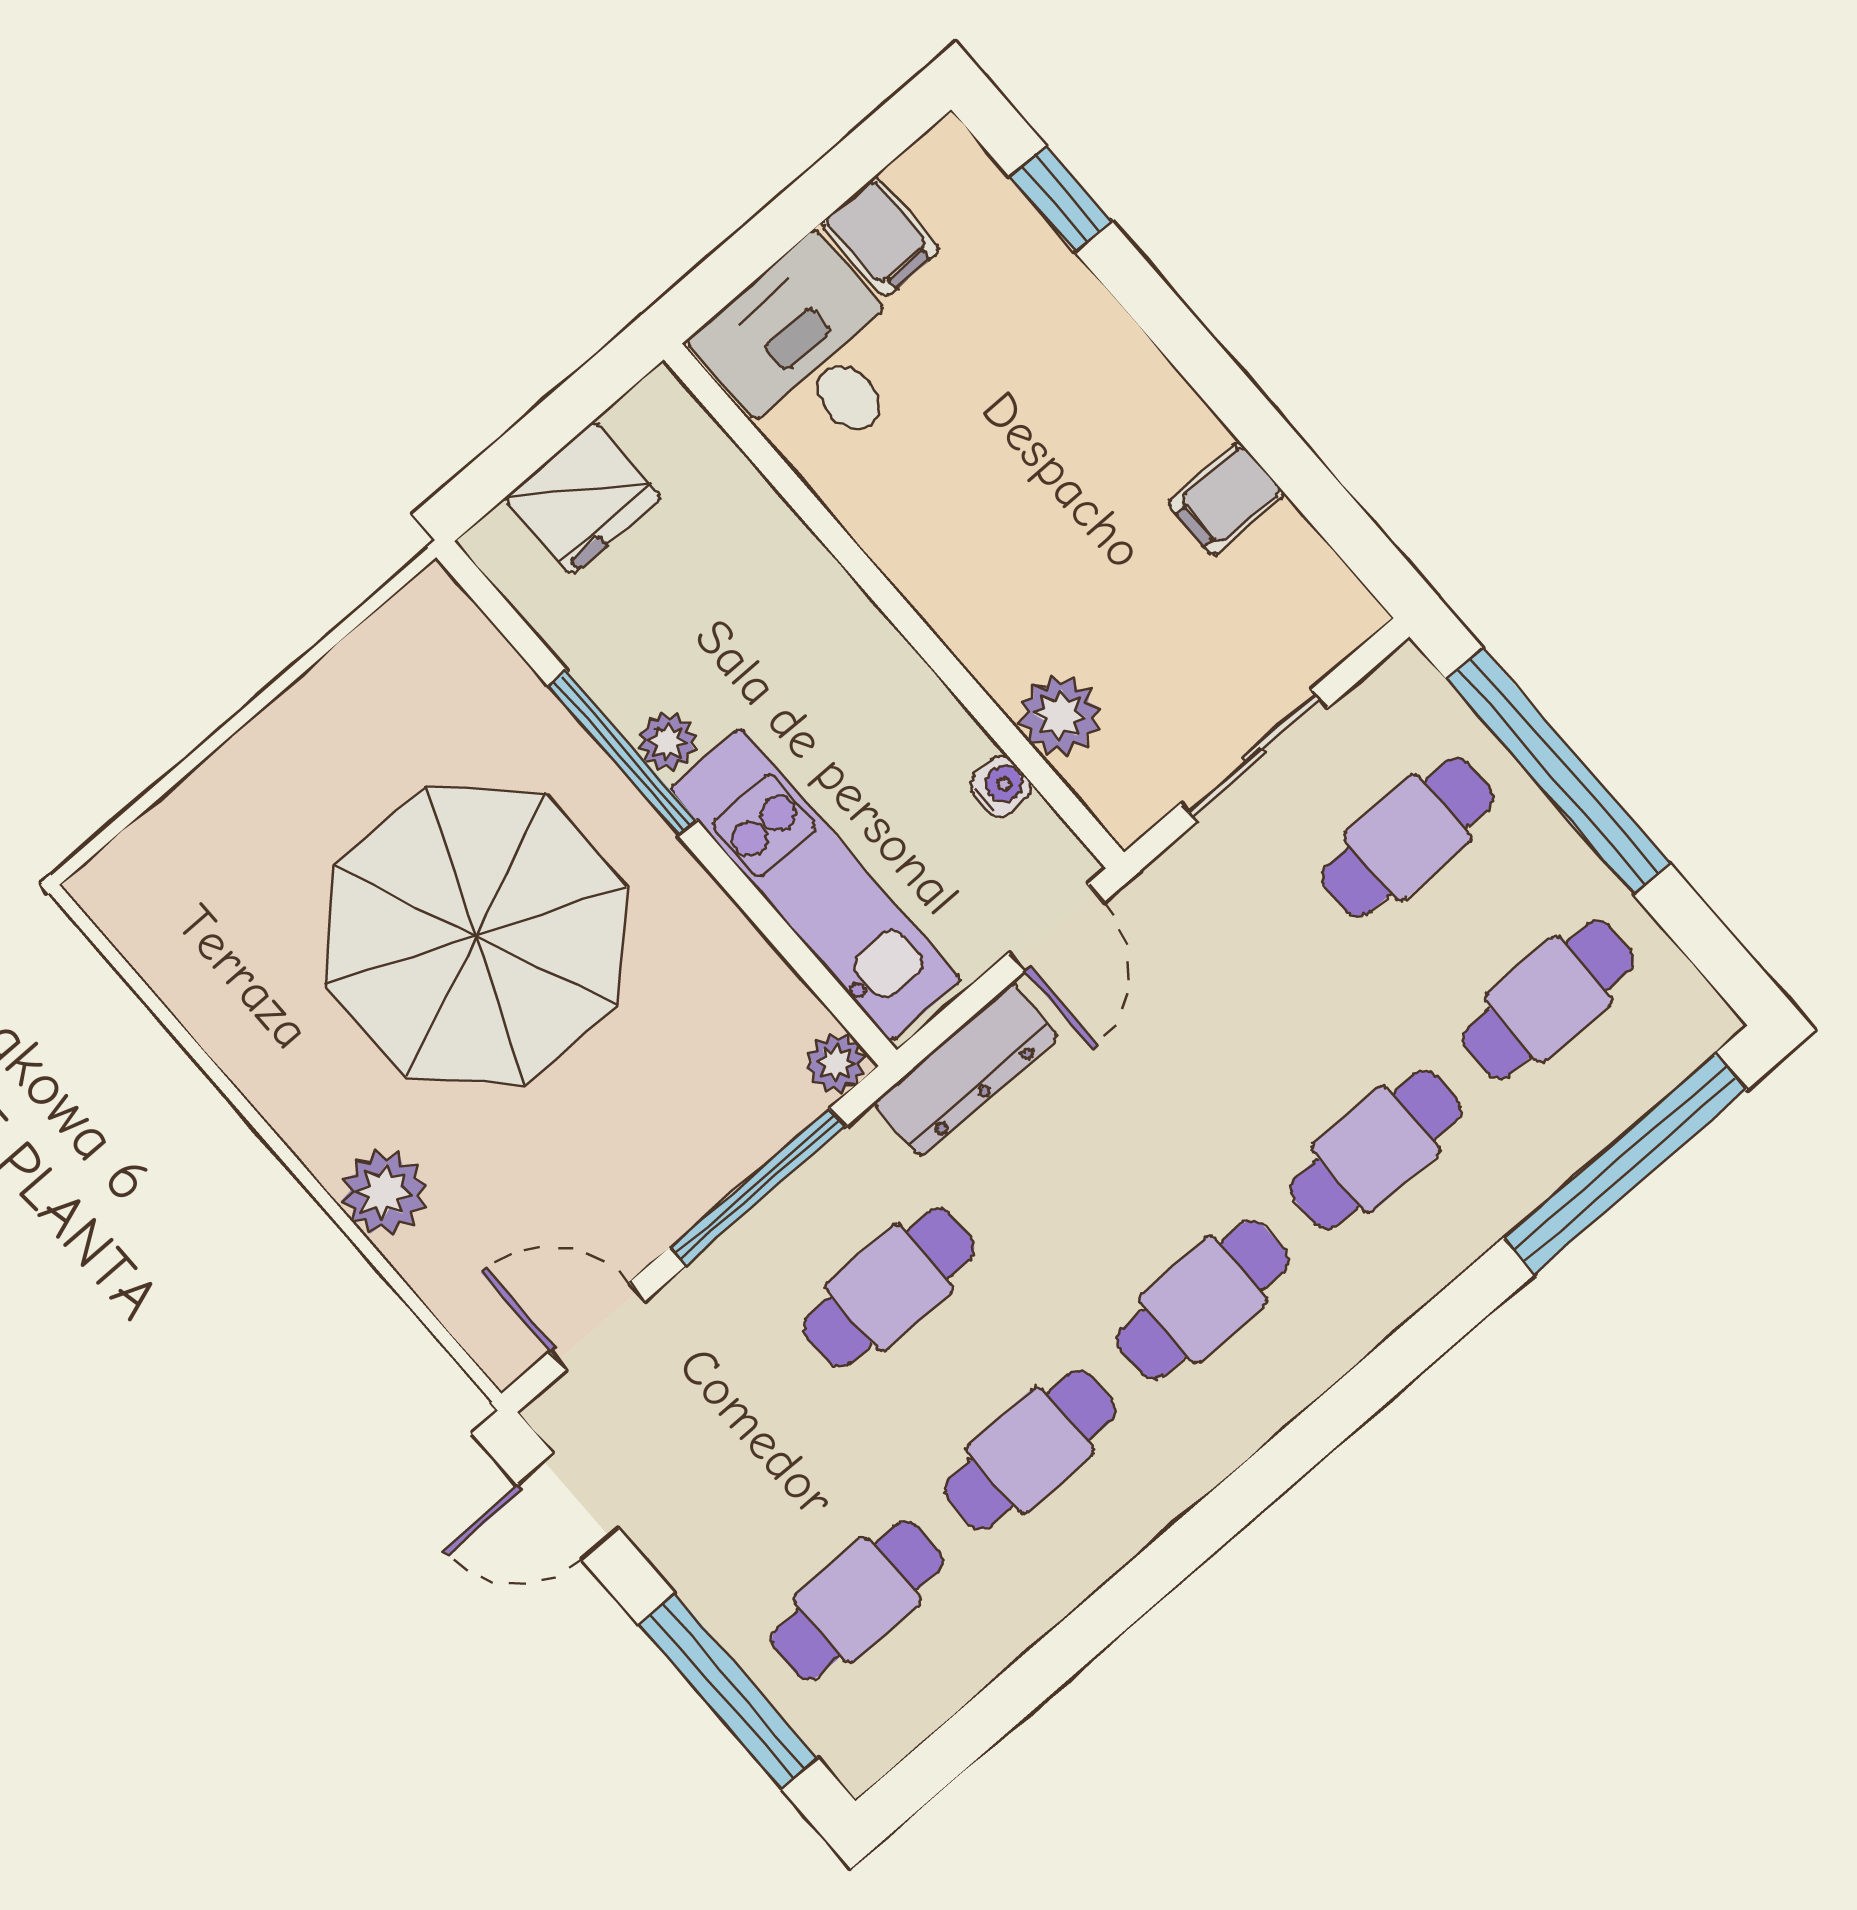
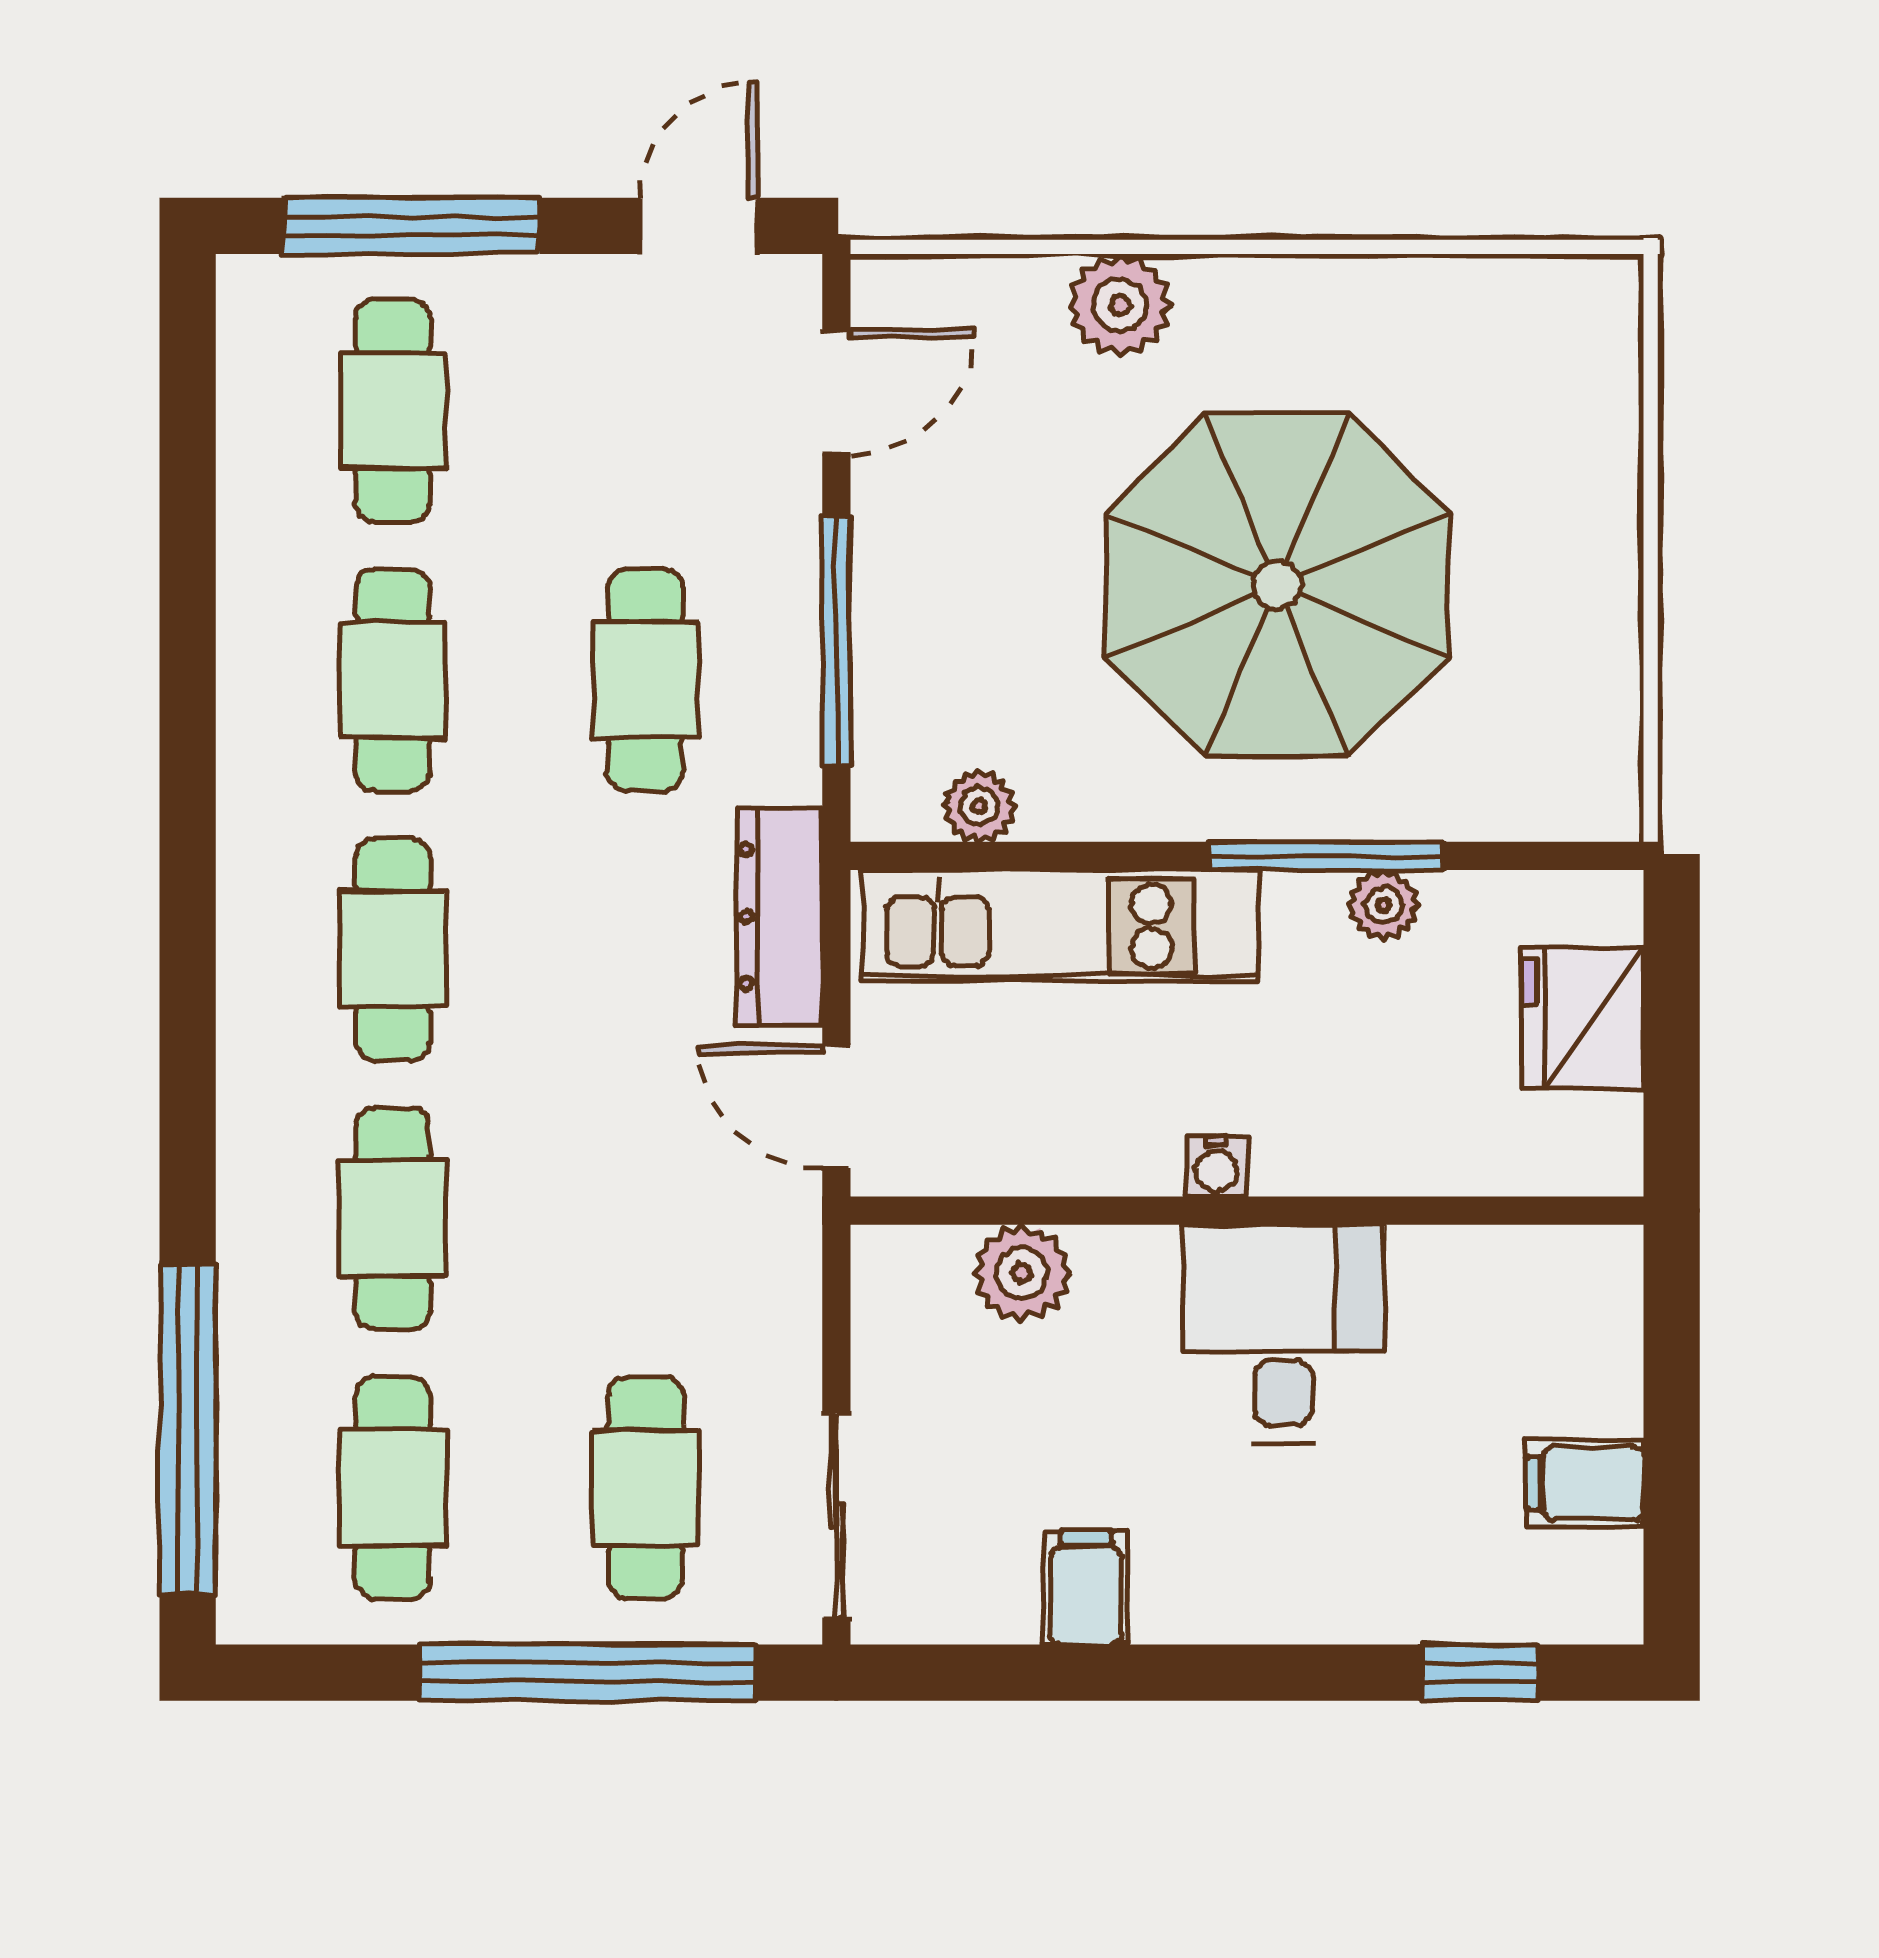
desk: (811, 354) -> (1283, 1334), moved, turned -90
plant: (668, 742) -> (1384, 905), moved
sliding door: (1254, 756) -> (836, 1516), moved
water cooler: (1001, 787) -> (1217, 1166), moved
plant: (836, 1063) -> (979, 806), moved

